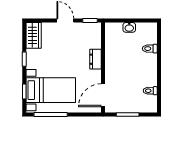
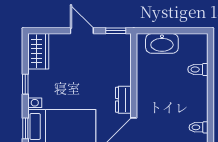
washbasin: (129, 27) -> (162, 43), width x1.91, depth x1.45
dresser: (95, 59) -> (123, 100), moved

